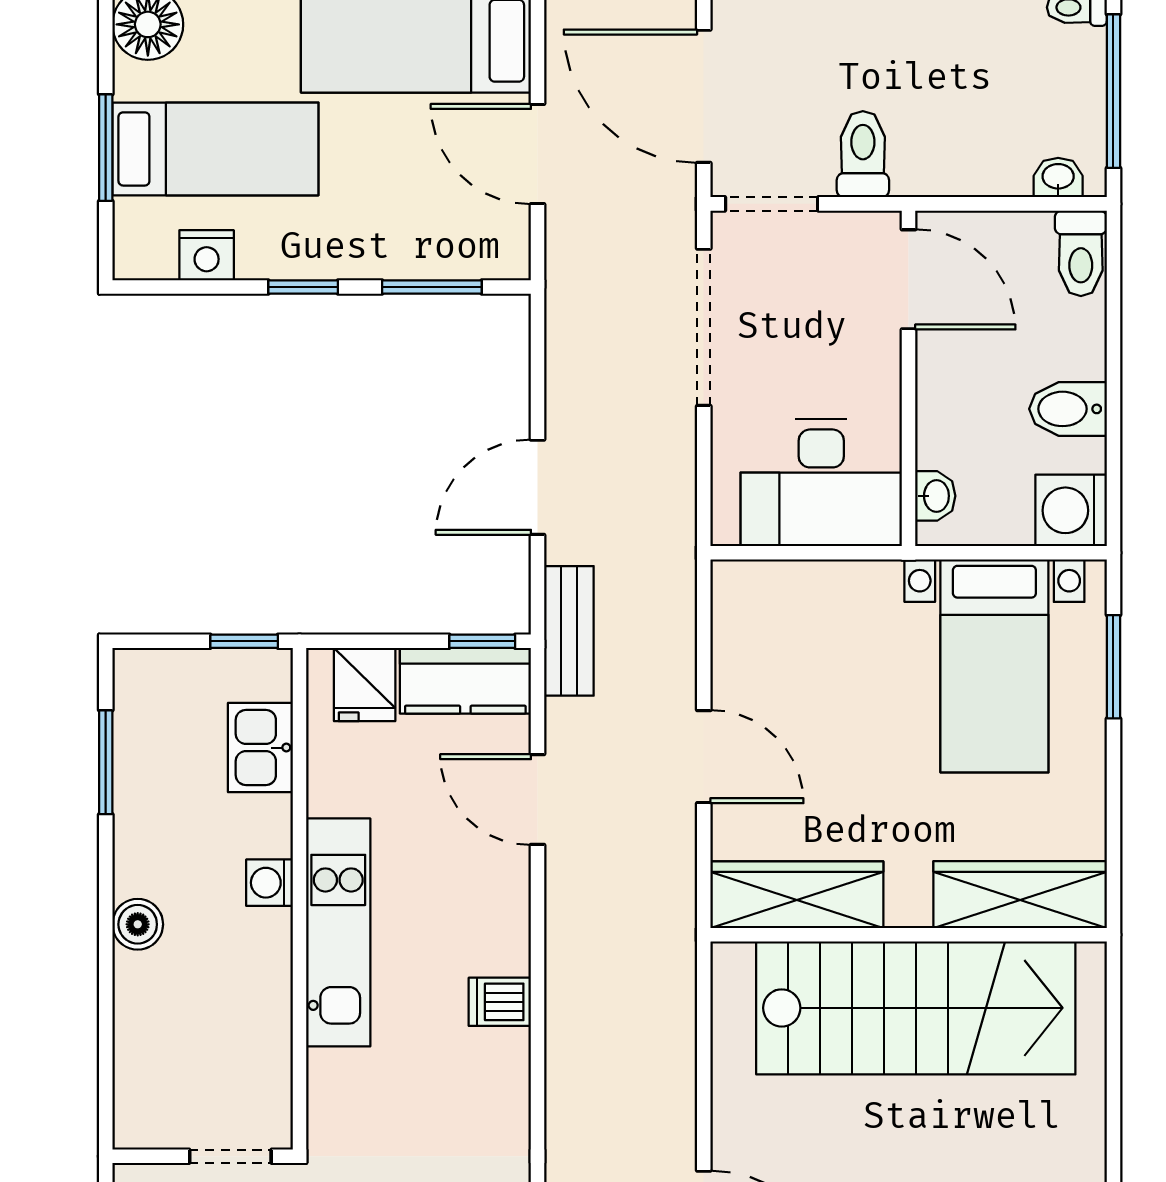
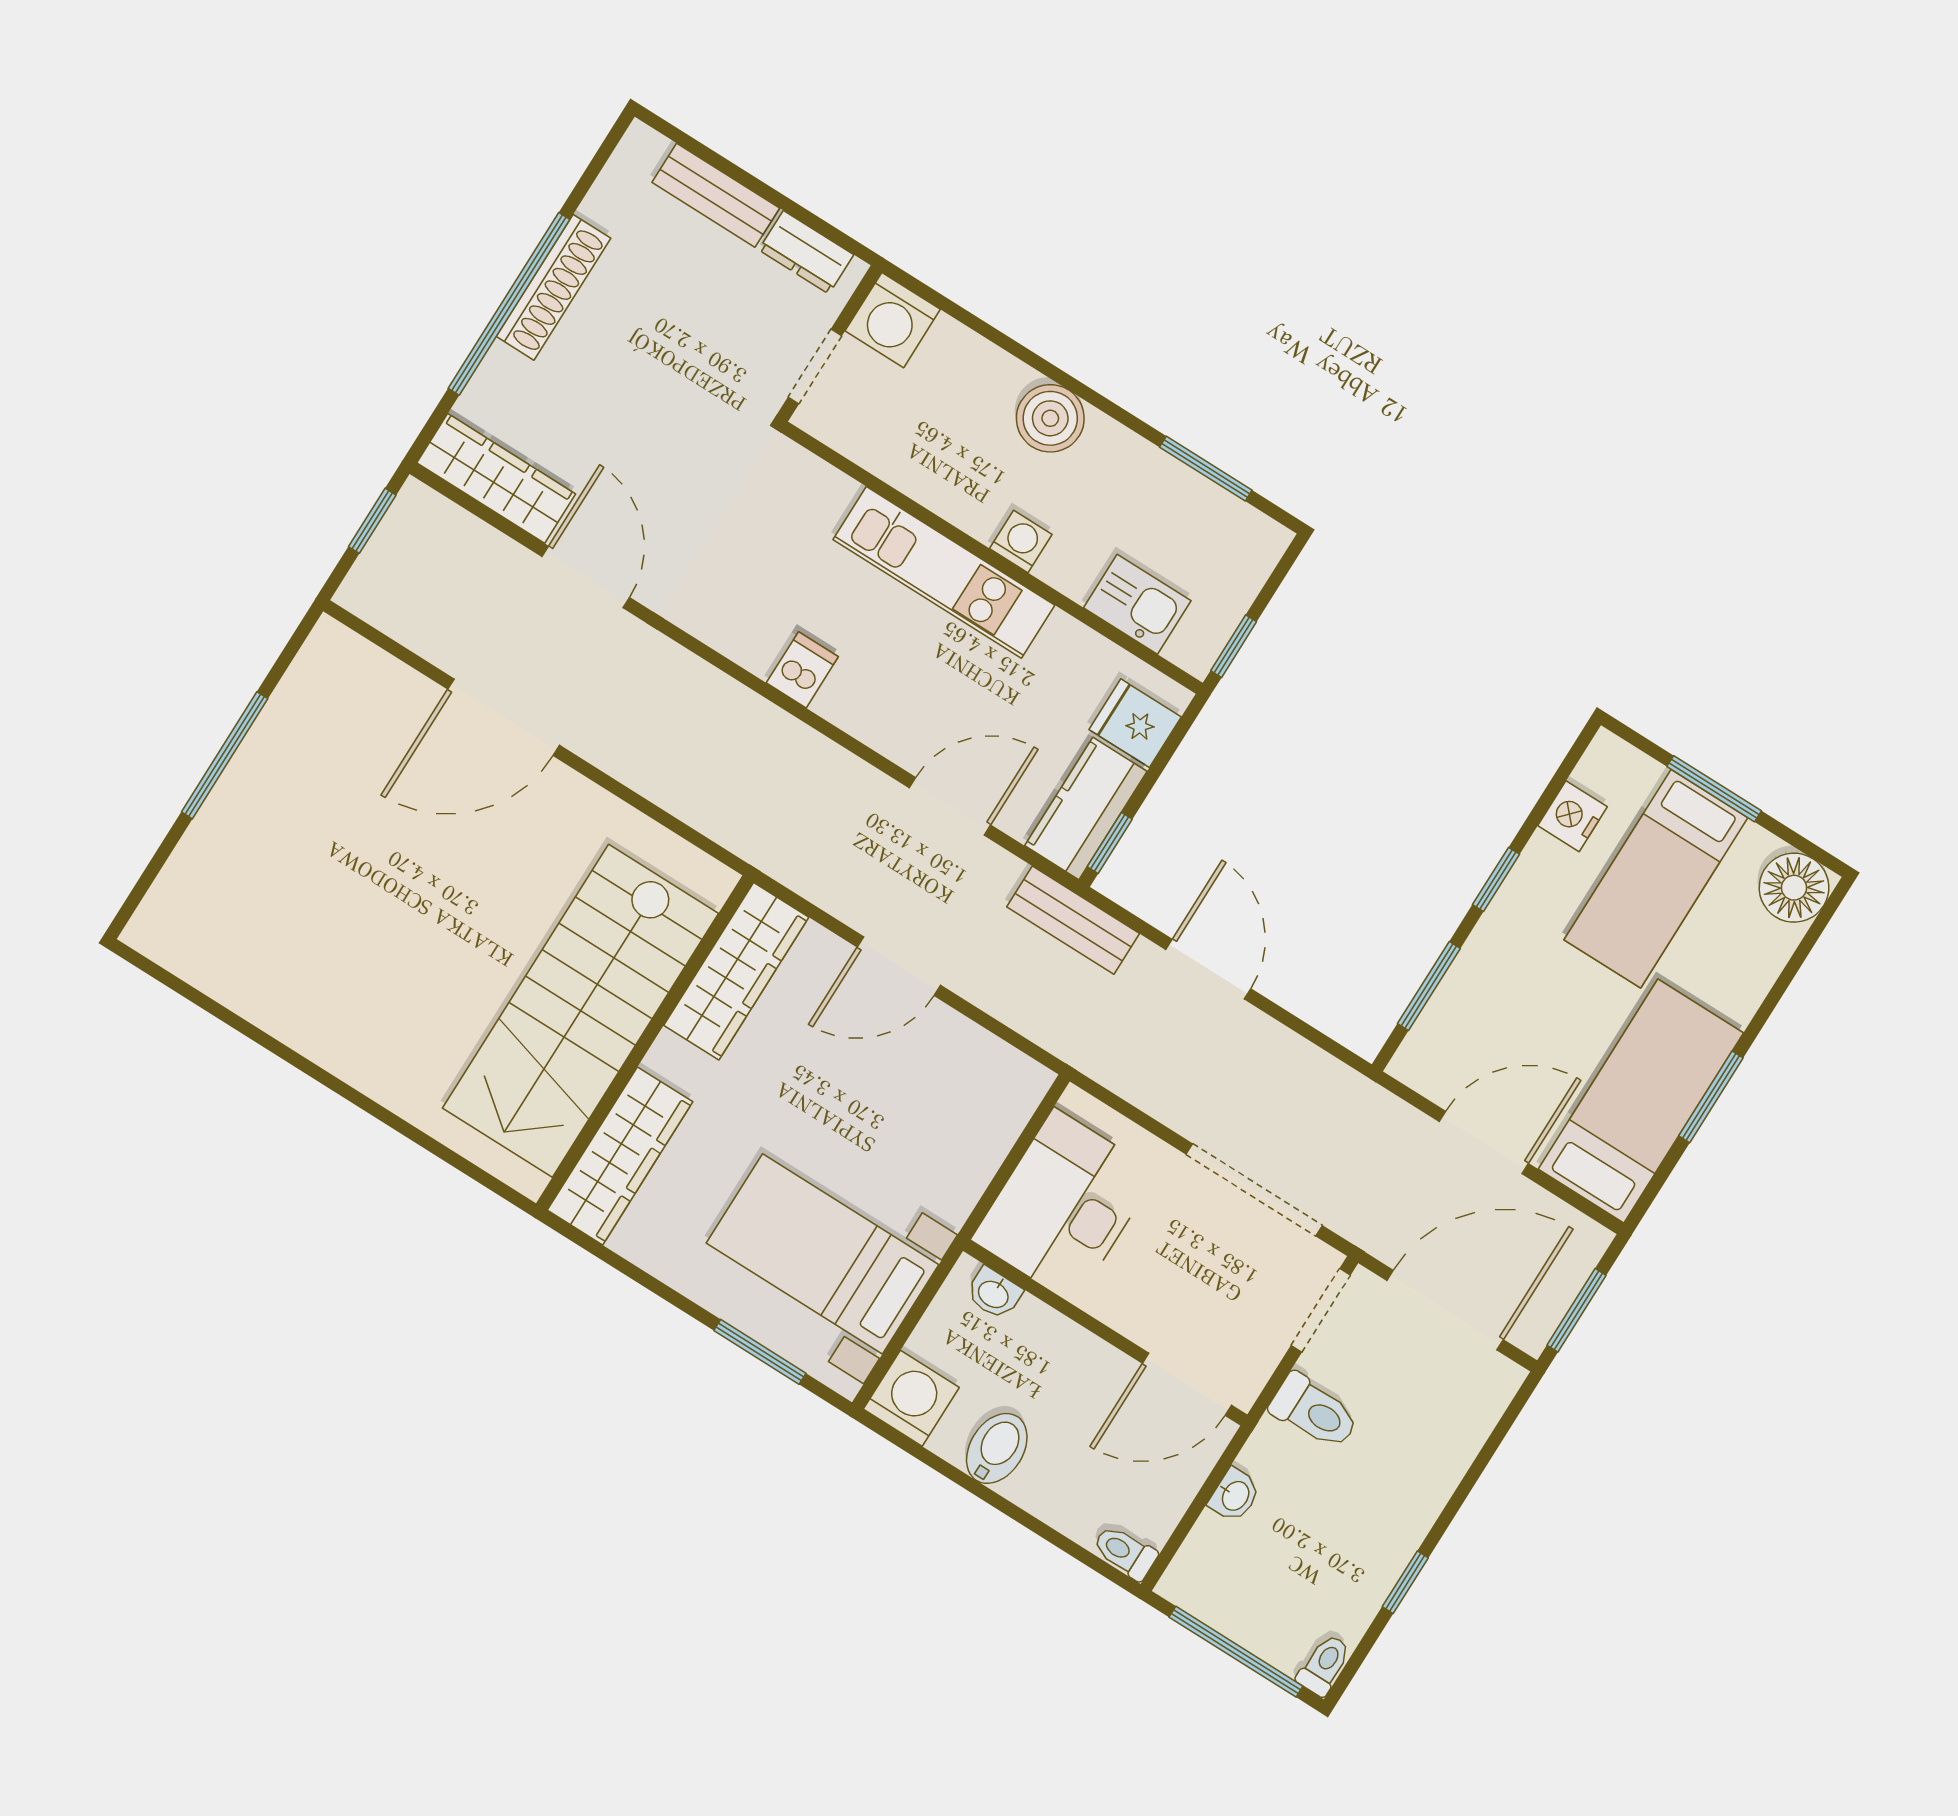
washbasin: (1058, 177) -> (1235, 1495), moved
toilet: (1081, 253) -> (1125, 1552), width x0.73, depth x0.72
boiler: (138, 924) -> (1050, 418), width x1.36, depth x1.36
washing machine: (148, 1114) -> (893, 320), added

